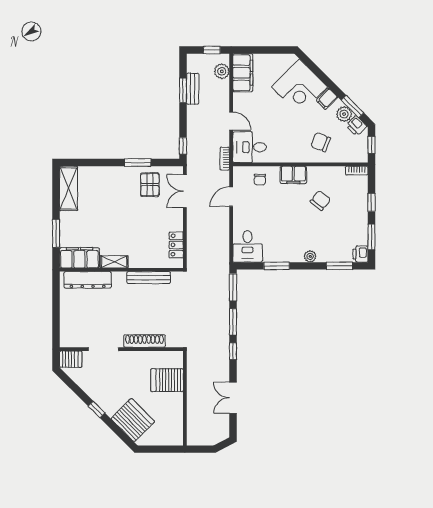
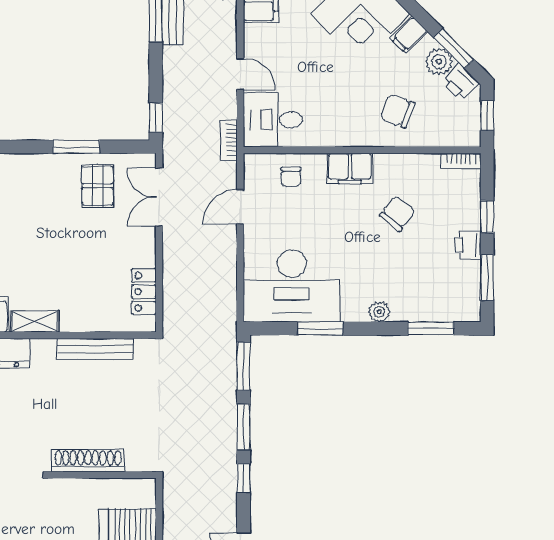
desk: (248, 246) -> (292, 286), width x1.87, depth x1.30
printer: (360, 254) -> (468, 245), moved

